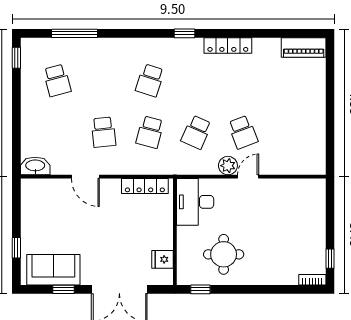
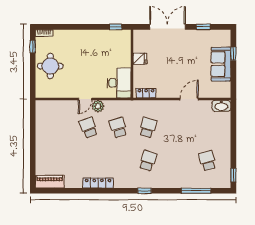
window: (184, 33) -> (145, 191), moved
school desk: (104, 132) -> (178, 128), removed
school desk: (196, 132) -> (118, 128), turned -42
door: (85, 177) -> (189, 99), hinge flipped
locker: (145, 186) -> (146, 93), width x0.66
round table: (224, 254) -> (50, 66), moved
fridge: (163, 259) -> (140, 59), moved
sofa: (53, 270) -> (221, 64), moved, turned 90

